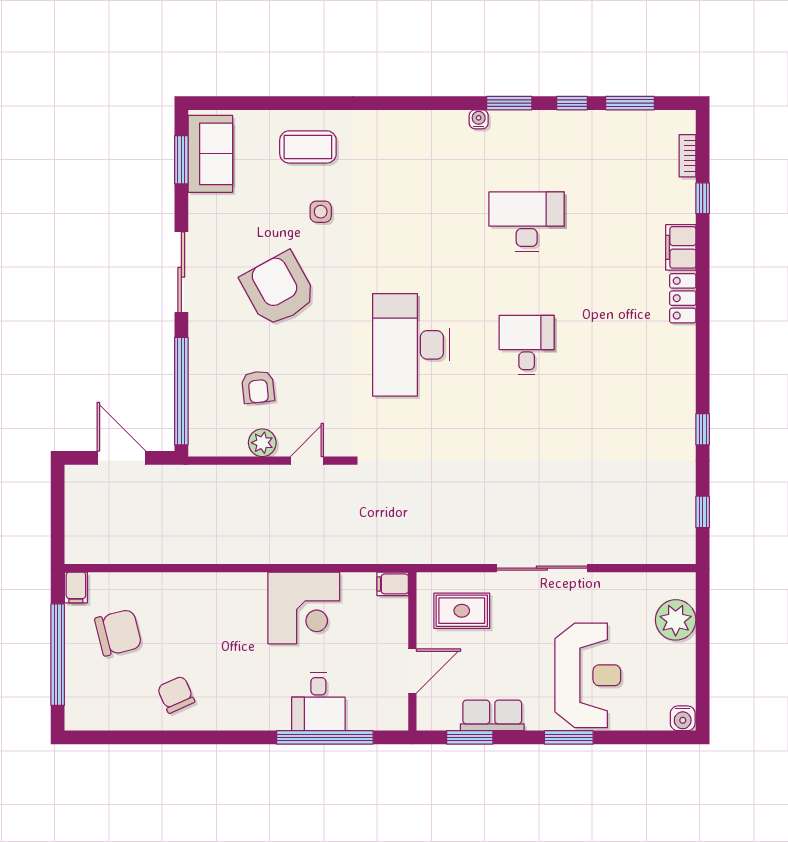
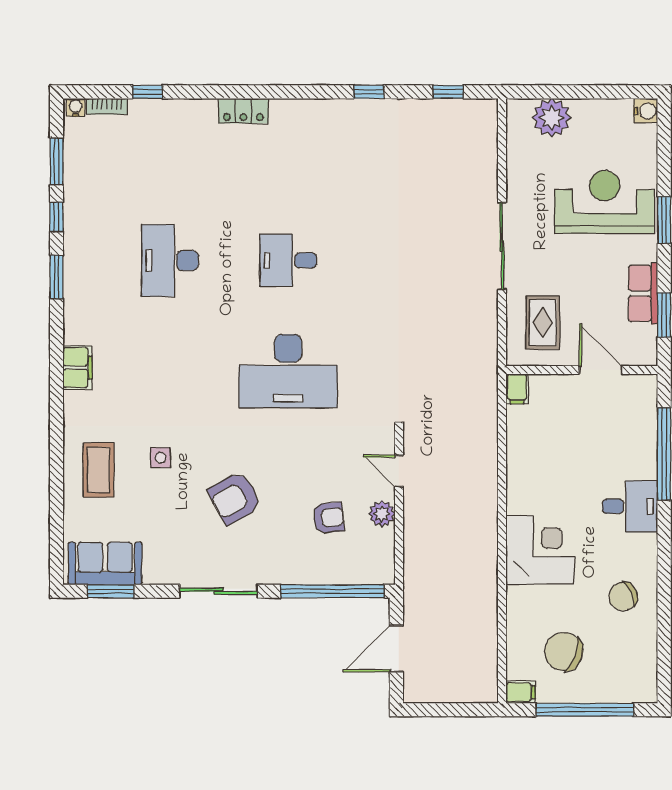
water cooler: (479, 119) -> (76, 107), moved, turned 90
filing cabinet: (681, 247) -> (77, 368), moved, turned -90
armchair: (279, 289) -> (235, 498), width x0.73, depth x0.73
corner desk: (304, 608) -> (540, 550), moved
chair: (118, 633) -> (564, 652), turned -56
desk: (318, 702) -> (630, 506), moved

